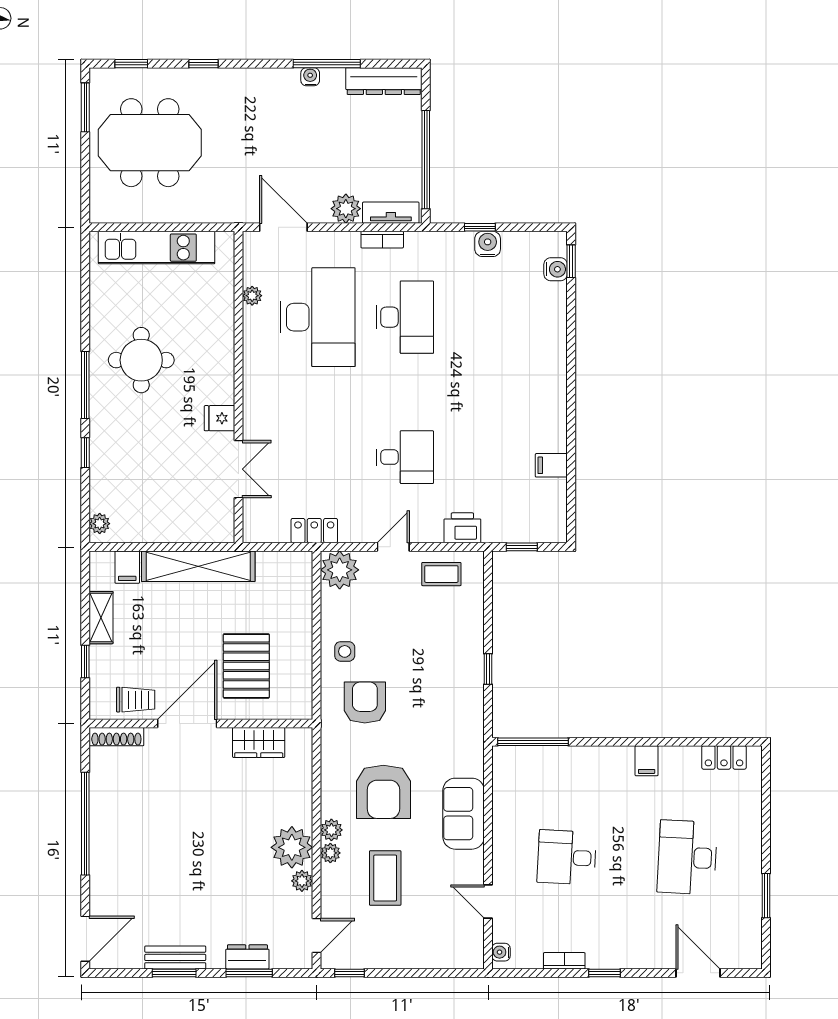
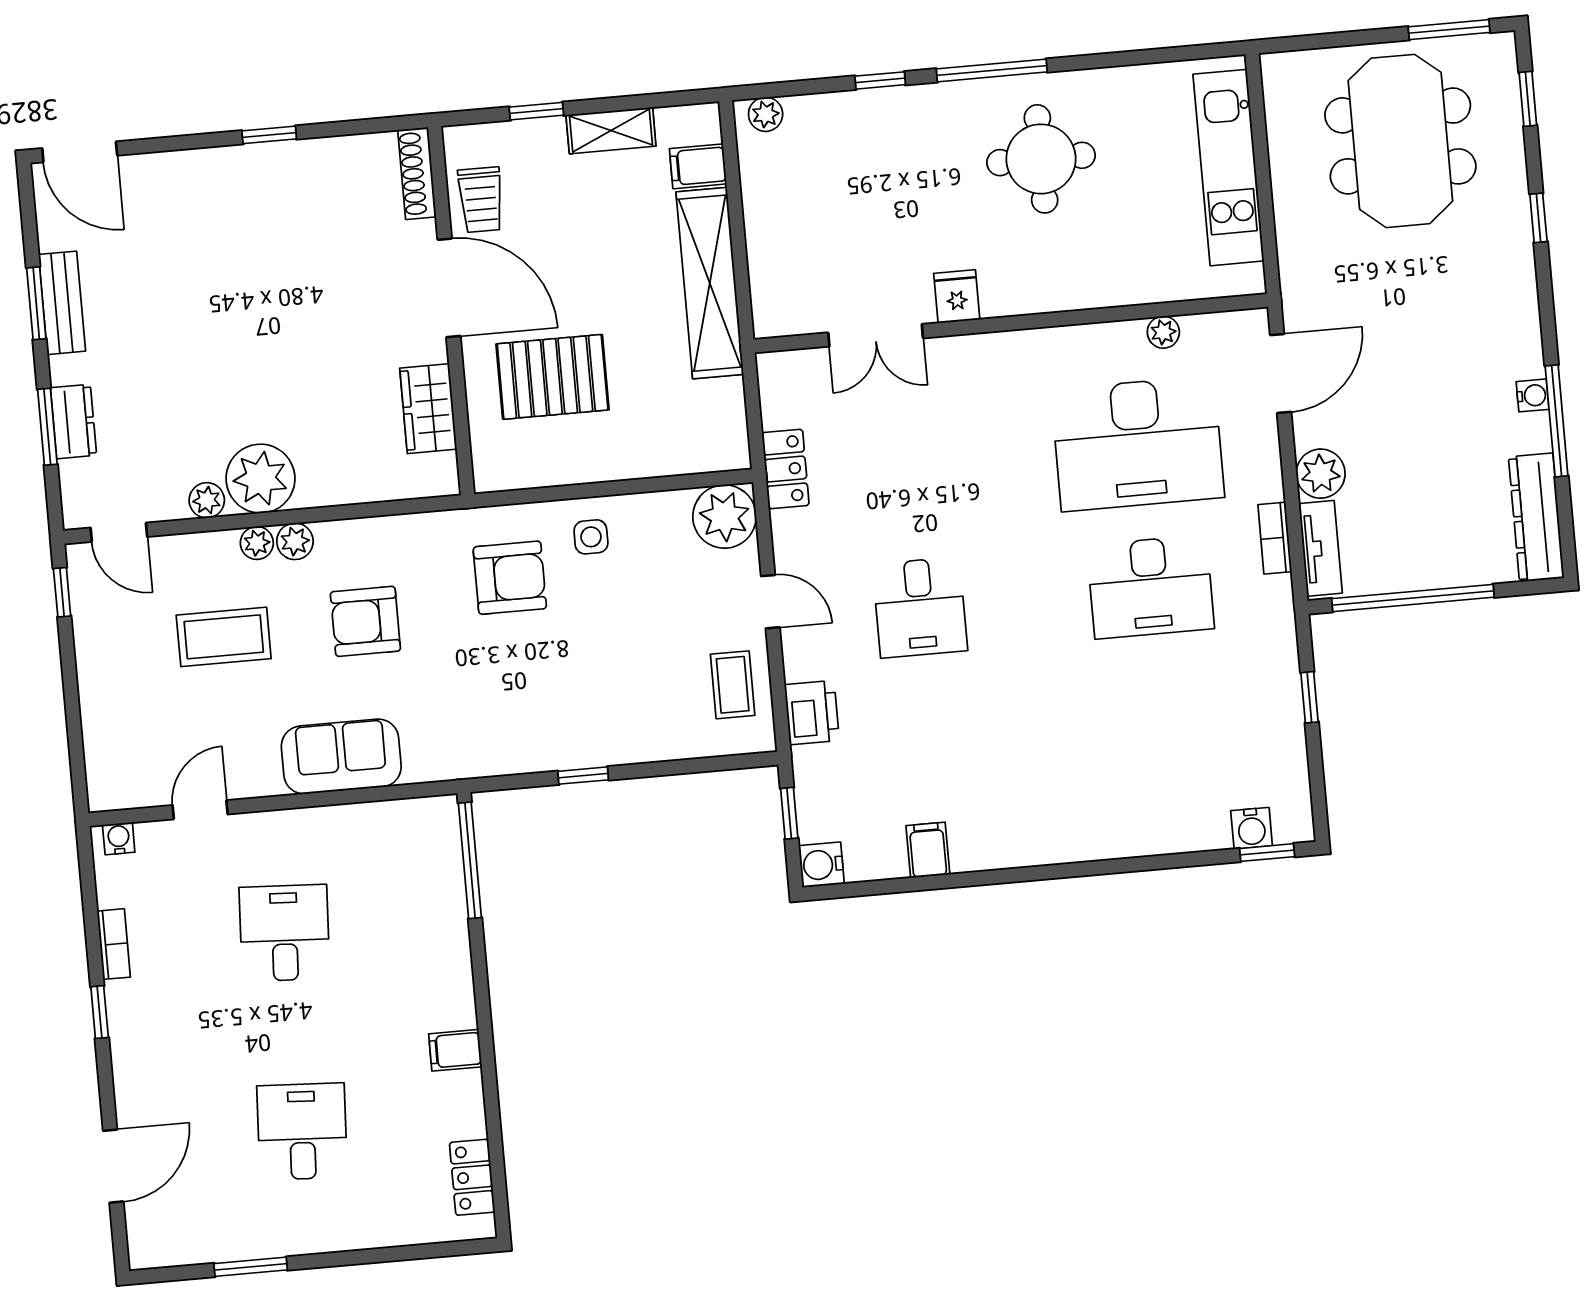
water cooler: (488, 244) -> (821, 865), moved, turned 180
armchair: (383, 792) -> (365, 621), width x0.73, depth x0.73
window: (85, 824) -> (269, 135), width x0.32
desk: (687, 857) -> (302, 1131), width x0.73

